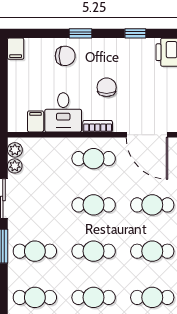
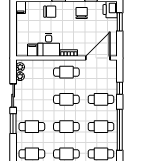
chair: (107, 87) -> (82, 13), moved
door: (147, 135) -> (98, 58), swing flipped

